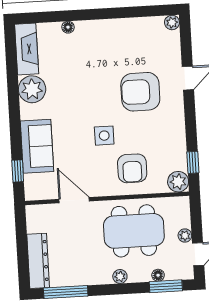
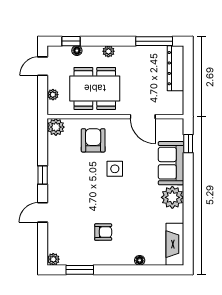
window: (139, 12) -> (80, 270), added
plant: (32, 89) -> (172, 197), moved
armchair: (140, 92) -> (103, 232), moved, width x0.53, depth x0.53
window: (193, 162) -> (43, 175), moved
plant: (185, 235) -> (53, 95), moved
window: (166, 286) -> (71, 41), width x0.67

